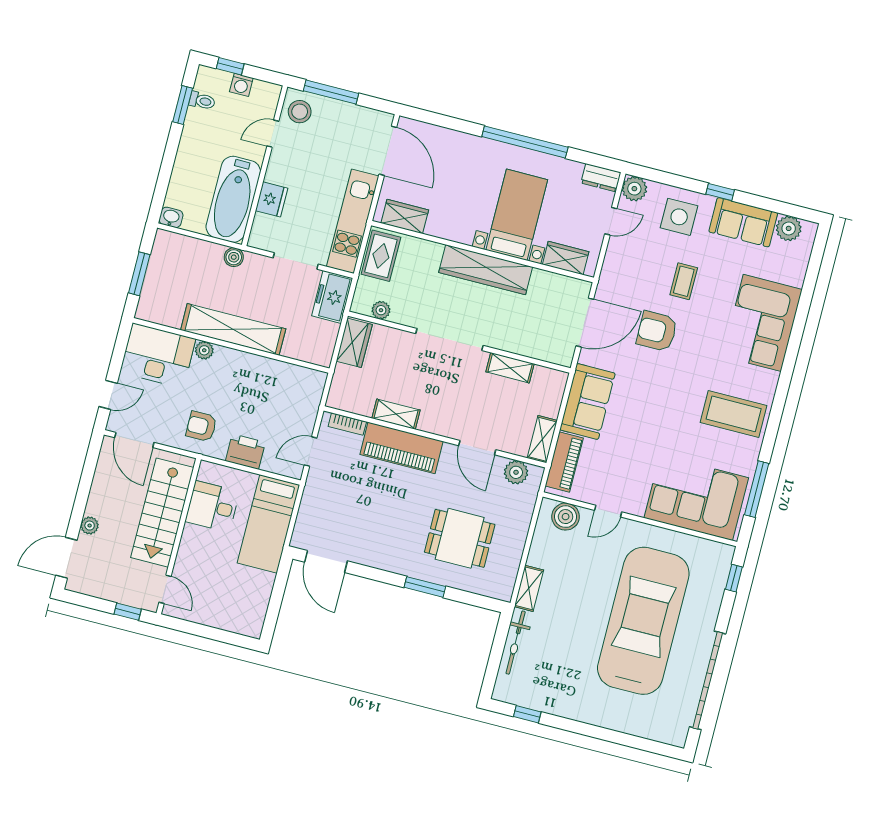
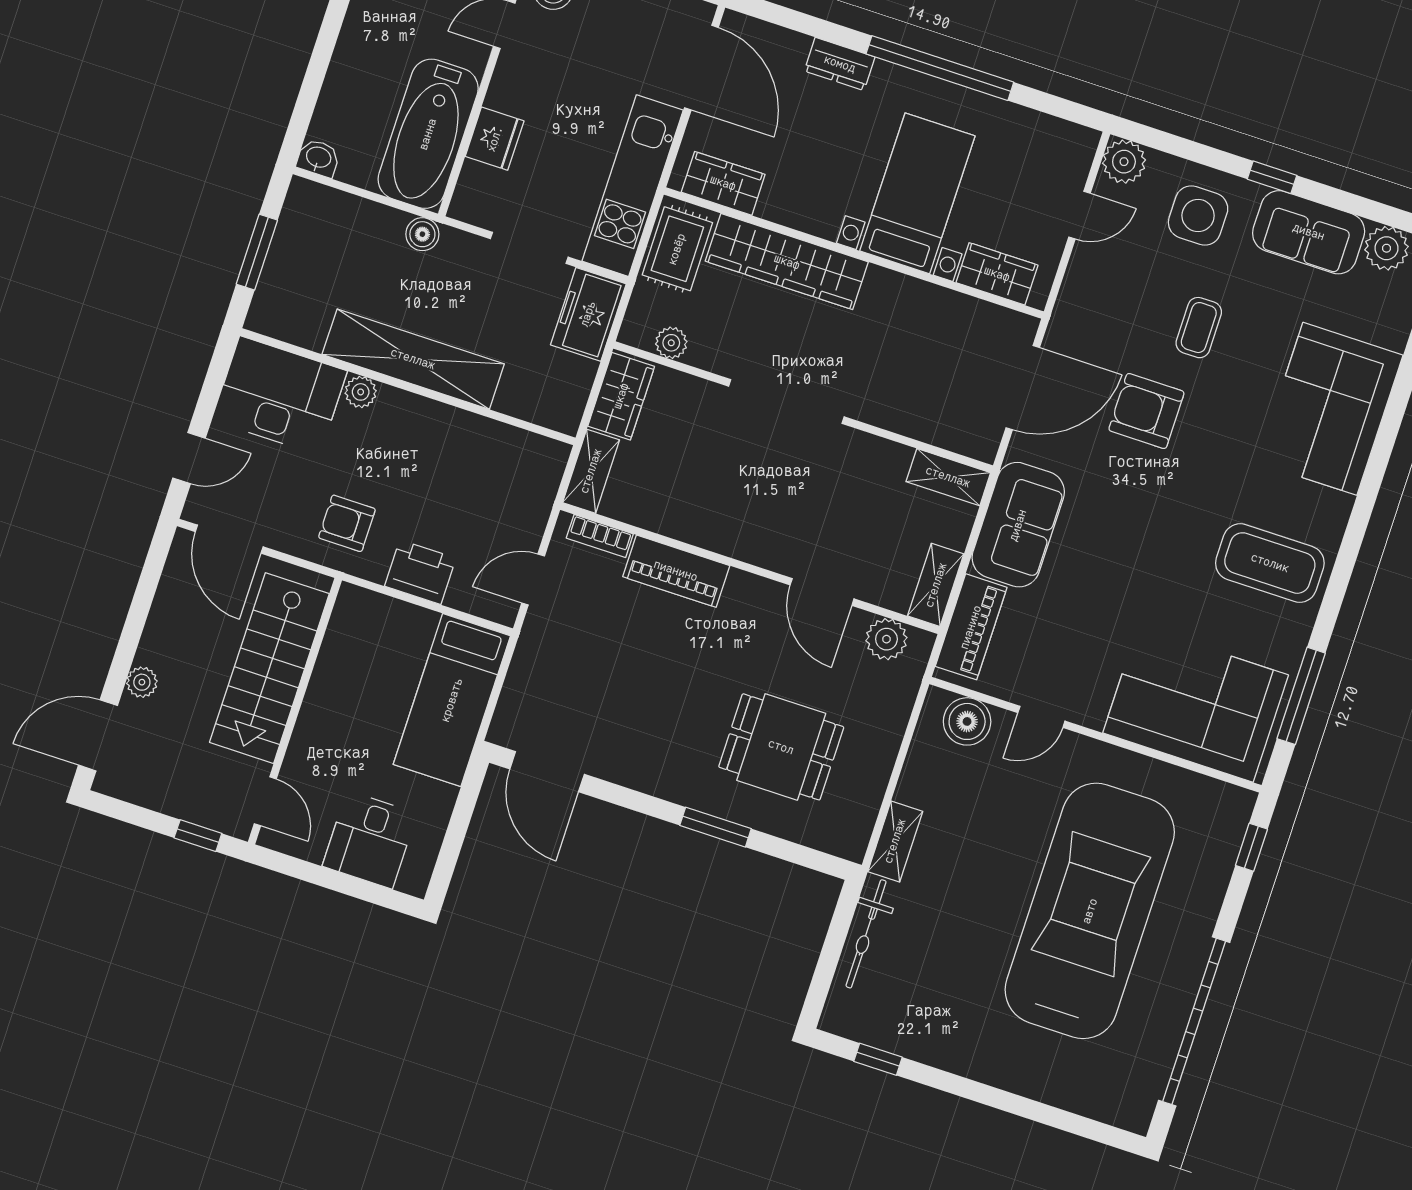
dresser: (601, 178) -> (840, 64), moved
wardrobe: (486, 270) -> (787, 262), moved
shelving: (510, 368) -> (948, 477), moved
shelving: (396, 414) -> (591, 471), moved, turned 90
piano: (402, 448) -> (676, 571), width x0.73, depth x0.75
desk: (212, 507) -> (370, 840), moved, turned -90

